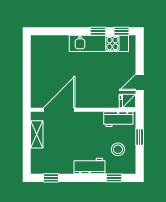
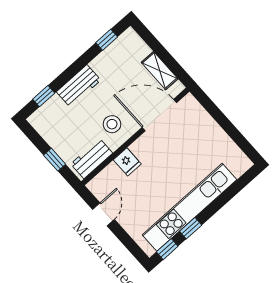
kitchen unit: (99, 43) -> (190, 207), width x1.36
fridge: (128, 101) -> (127, 162), moved, turned 90
door: (59, 110) -> (159, 115), swing flipped
stool: (118, 149) -> (112, 124), moved

